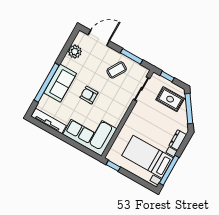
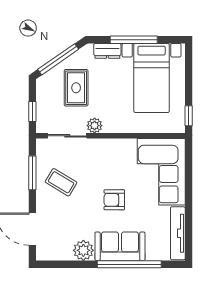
plant: (75, 52) -> (83, 250), moved
armchair: (89, 95) -> (114, 200), turned 90
rug: (170, 99) -> (76, 88), moved
plant: (139, 108) -> (95, 126), added
window: (169, 170) -> (134, 40), moved

